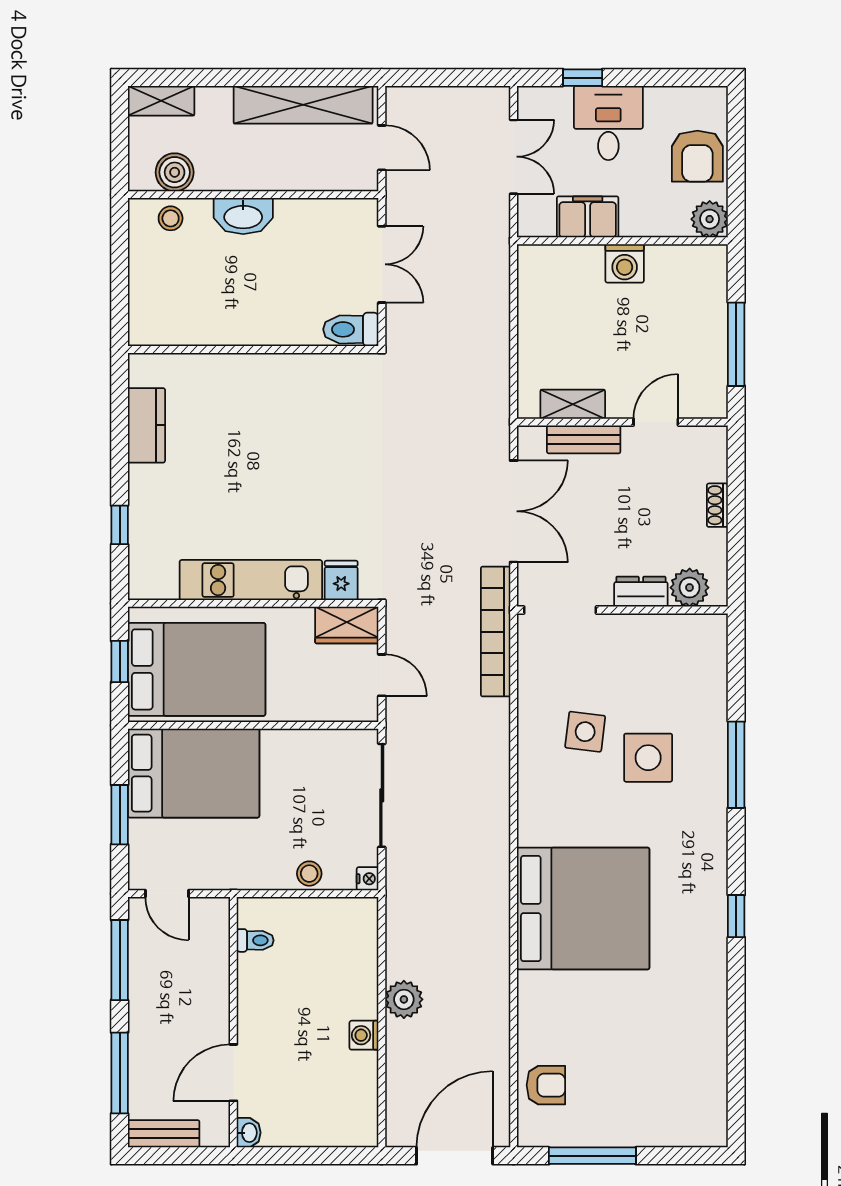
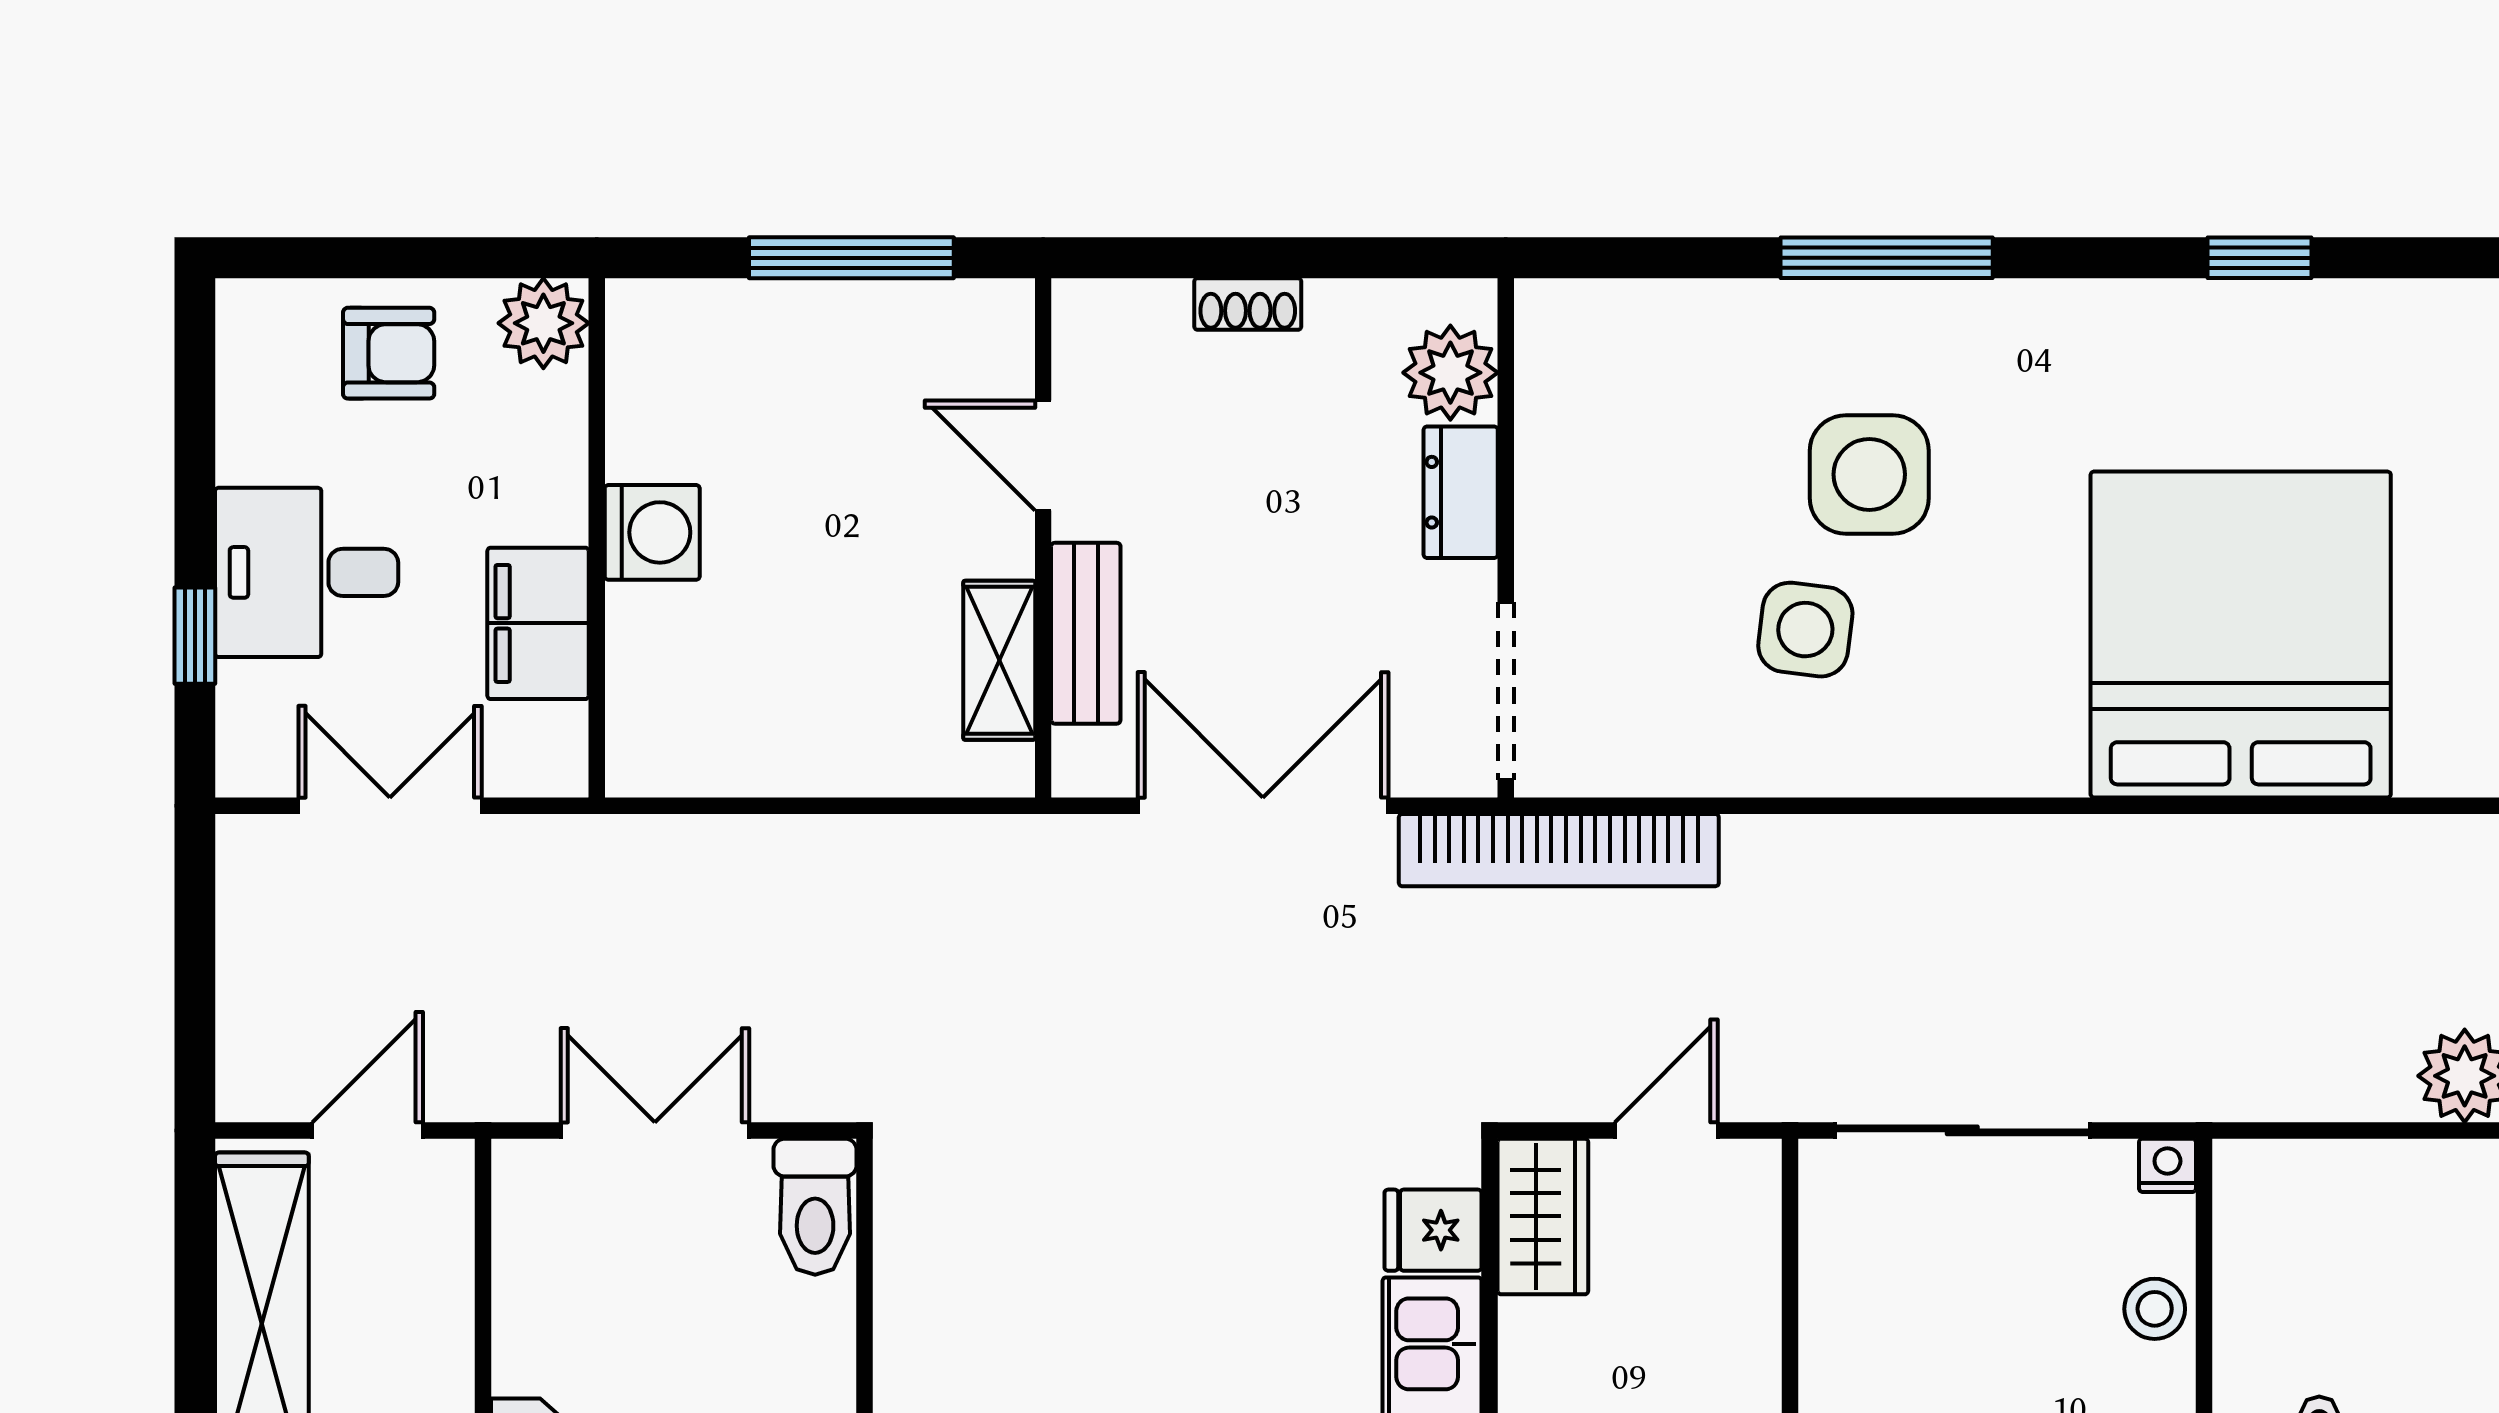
armchair: (697, 156) -> (389, 353), width x0.72, depth x0.72

